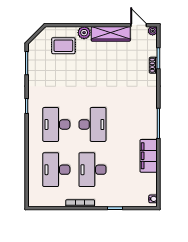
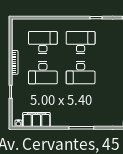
filing cabinet: (149, 156) -> (36, 120), moved
desk: (92, 170) -> (43, 73), turned 180

